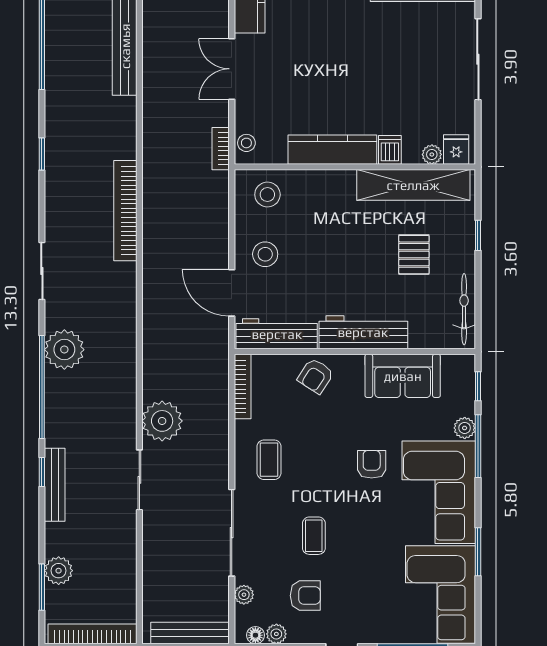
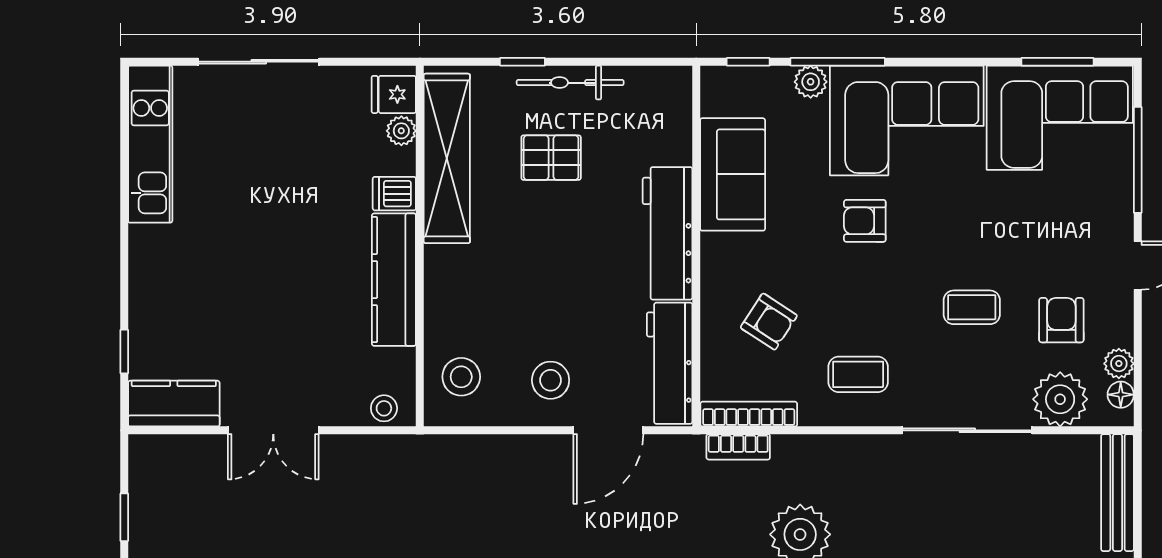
bookcase: (221, 149) -> (738, 447), moved
bicycle: (464, 309) -> (570, 83), moved
armchair: (316, 376) -> (769, 322), moved
window: (478, 552) -> (1057, 62), moved
plant: (244, 595) -> (1060, 399), width x1.87, depth x1.87

